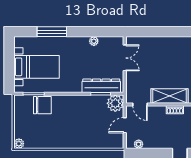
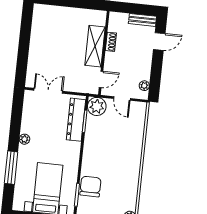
plant: (94, 41) -> (24, 139), moved

